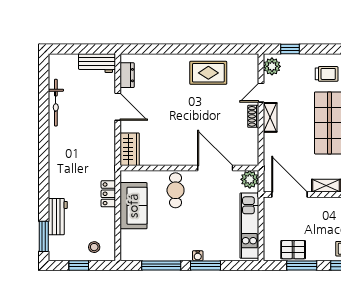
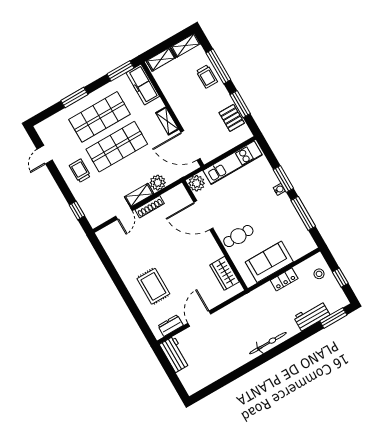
plant: (272, 66) -> (158, 183), moved
rug: (208, 73) -> (153, 286), moved
door: (261, 93) -> (124, 213), hinge flipped
bicycle: (56, 103) -> (268, 343), moved
shoe rack: (253, 116) -> (150, 207), width x1.43
wardrobe: (130, 149) -> (224, 273), moved, turned -90
door: (215, 168) -> (203, 215), hinge flipped
locker: (108, 194) -> (284, 279), moved
door: (290, 195) -> (190, 145), hinge flipped

